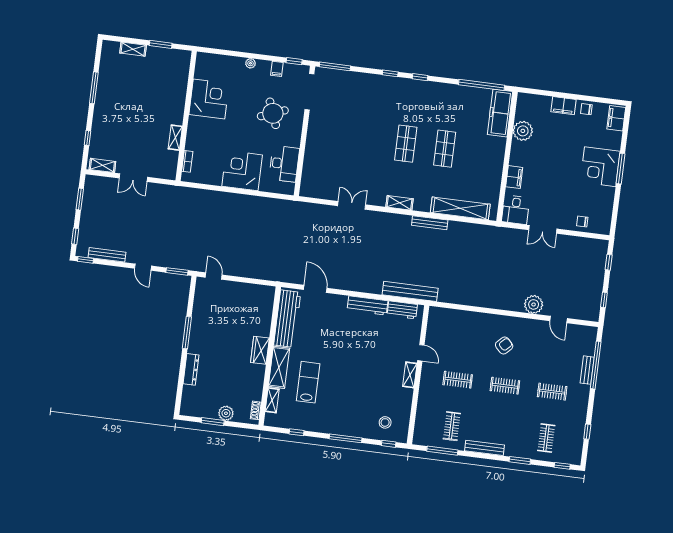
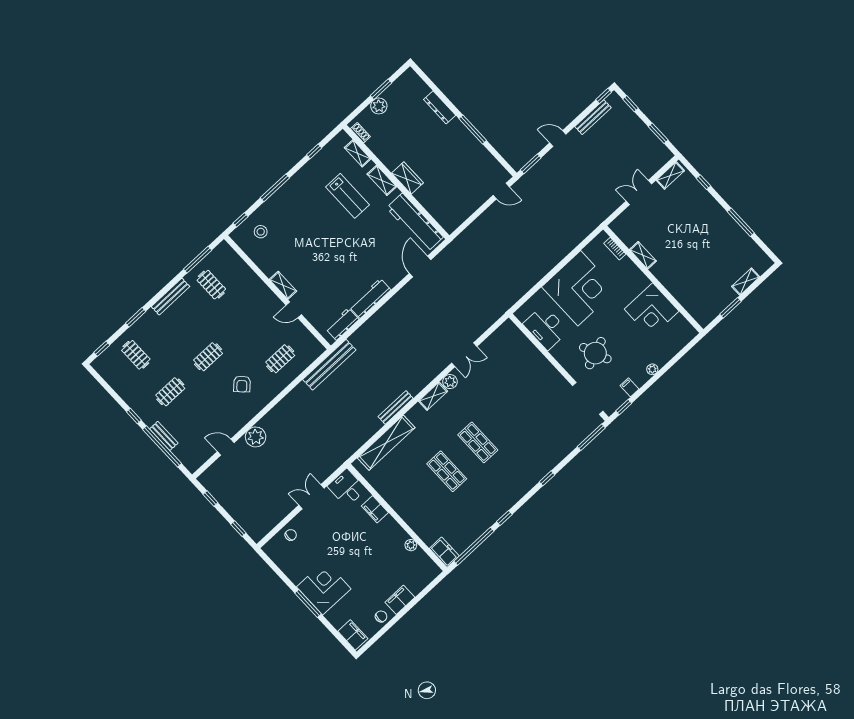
window: (420, 77) -> (504, 518), moved
freezer: (500, 113) -> (444, 552), width x0.52, depth x0.79
plant: (523, 131) -> (411, 545), width x0.53, depth x0.53
corner desk: (242, 171) -> (579, 288), width x1.36, depth x1.36
plant: (379, 199) -> (450, 382), added
door: (315, 289) -> (420, 266), swing flipped
bench: (410, 291) -> (329, 365), moved
shelving: (279, 367) -> (382, 180), width x0.67, depth x0.75
clothes rail: (458, 380) -> (280, 359), moved
window: (587, 432) -> (134, 416), moved

